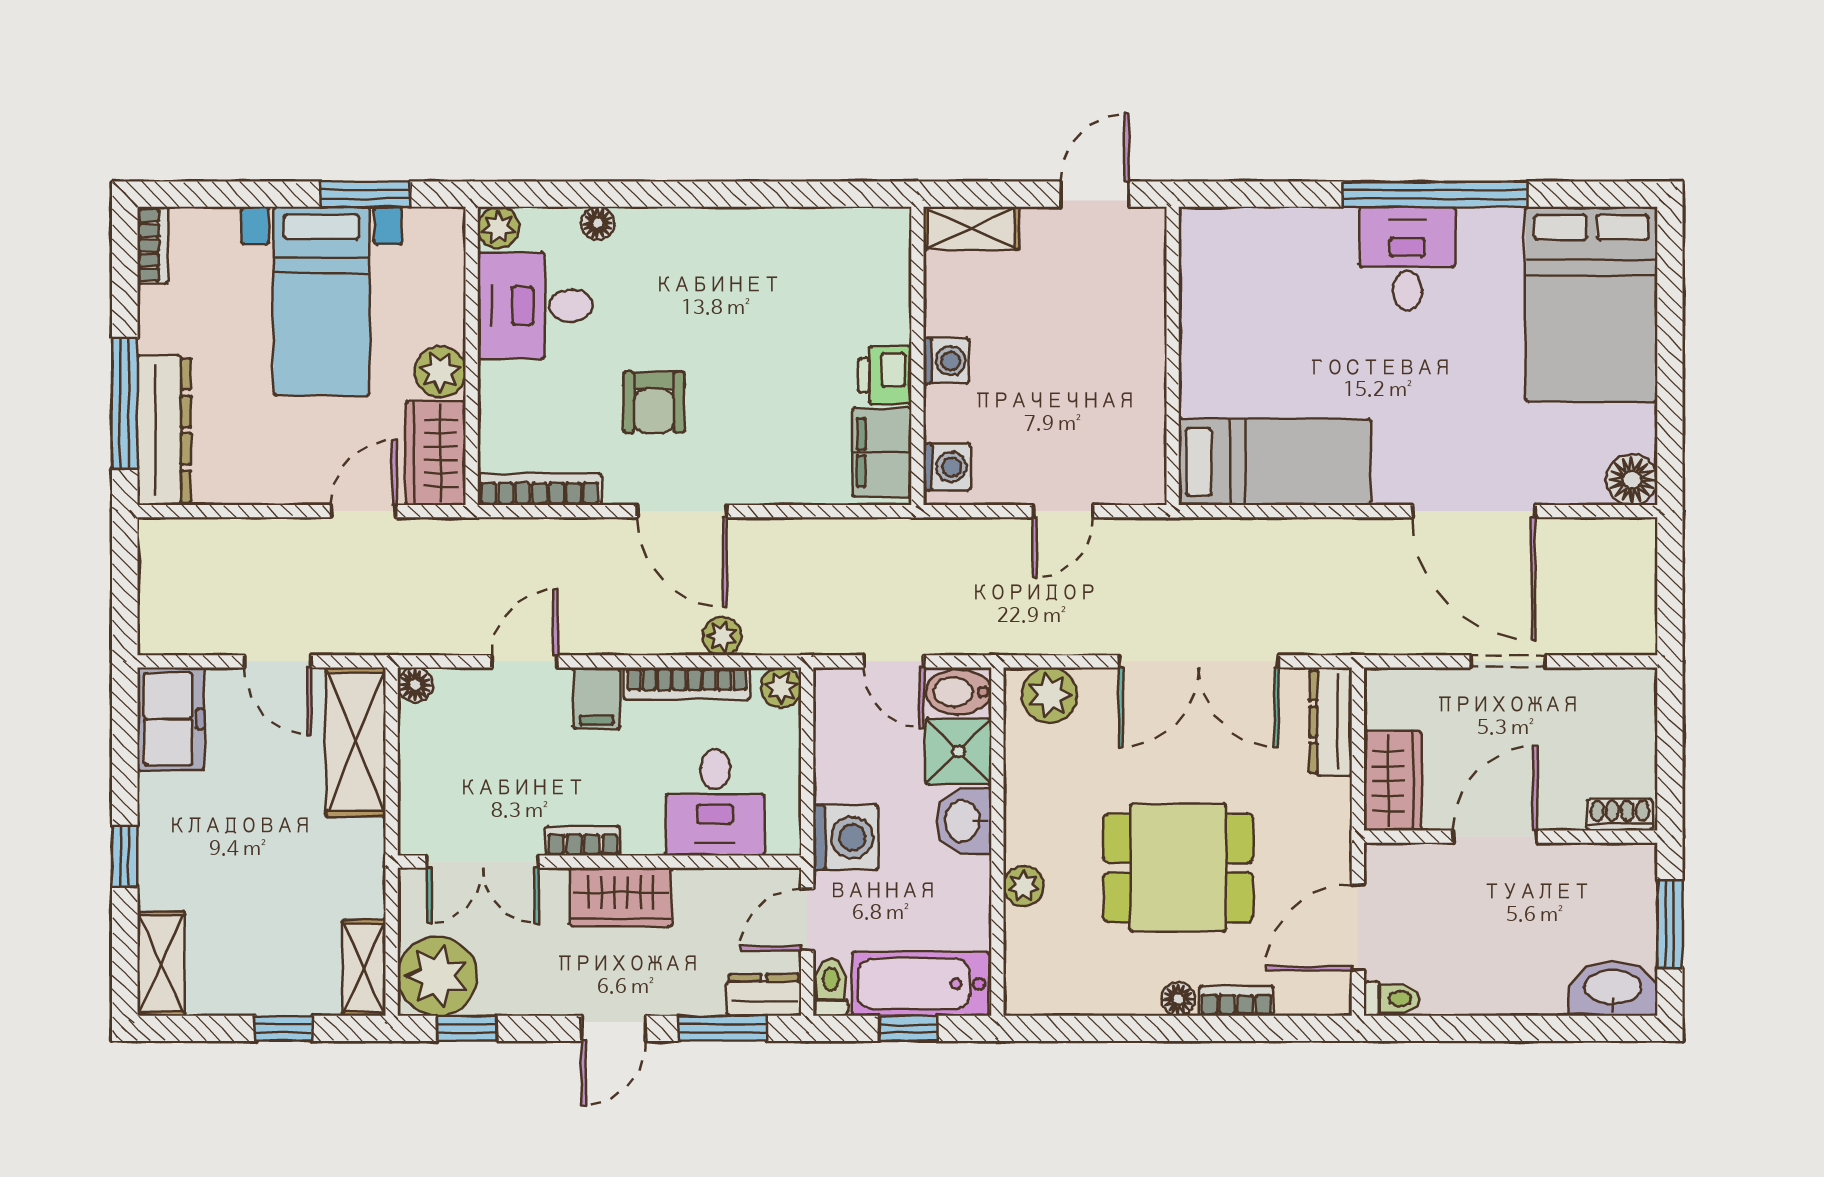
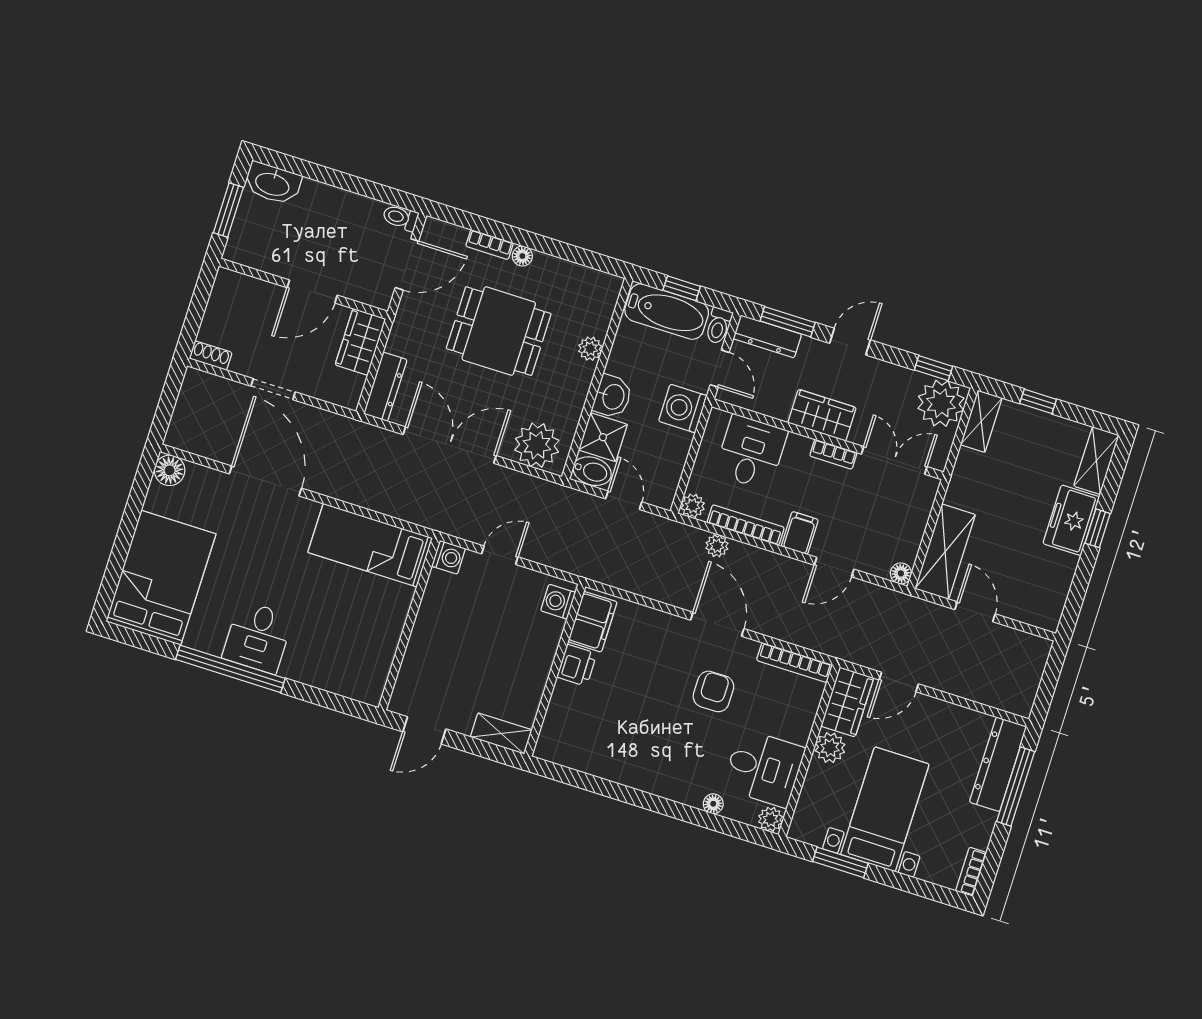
washing machine: (946, 361) -> (448, 557), moved, turned 180
plant: (1049, 695) -> (537, 445), width x1.36, depth x1.36
freezer: (171, 719) -> (1071, 520), moved
shoe rack: (1620, 815) -> (211, 356), moved, turned 180
door: (807, 920) -> (720, 369), hinge flipped
dresser: (764, 995) -> (767, 336), width x1.44

